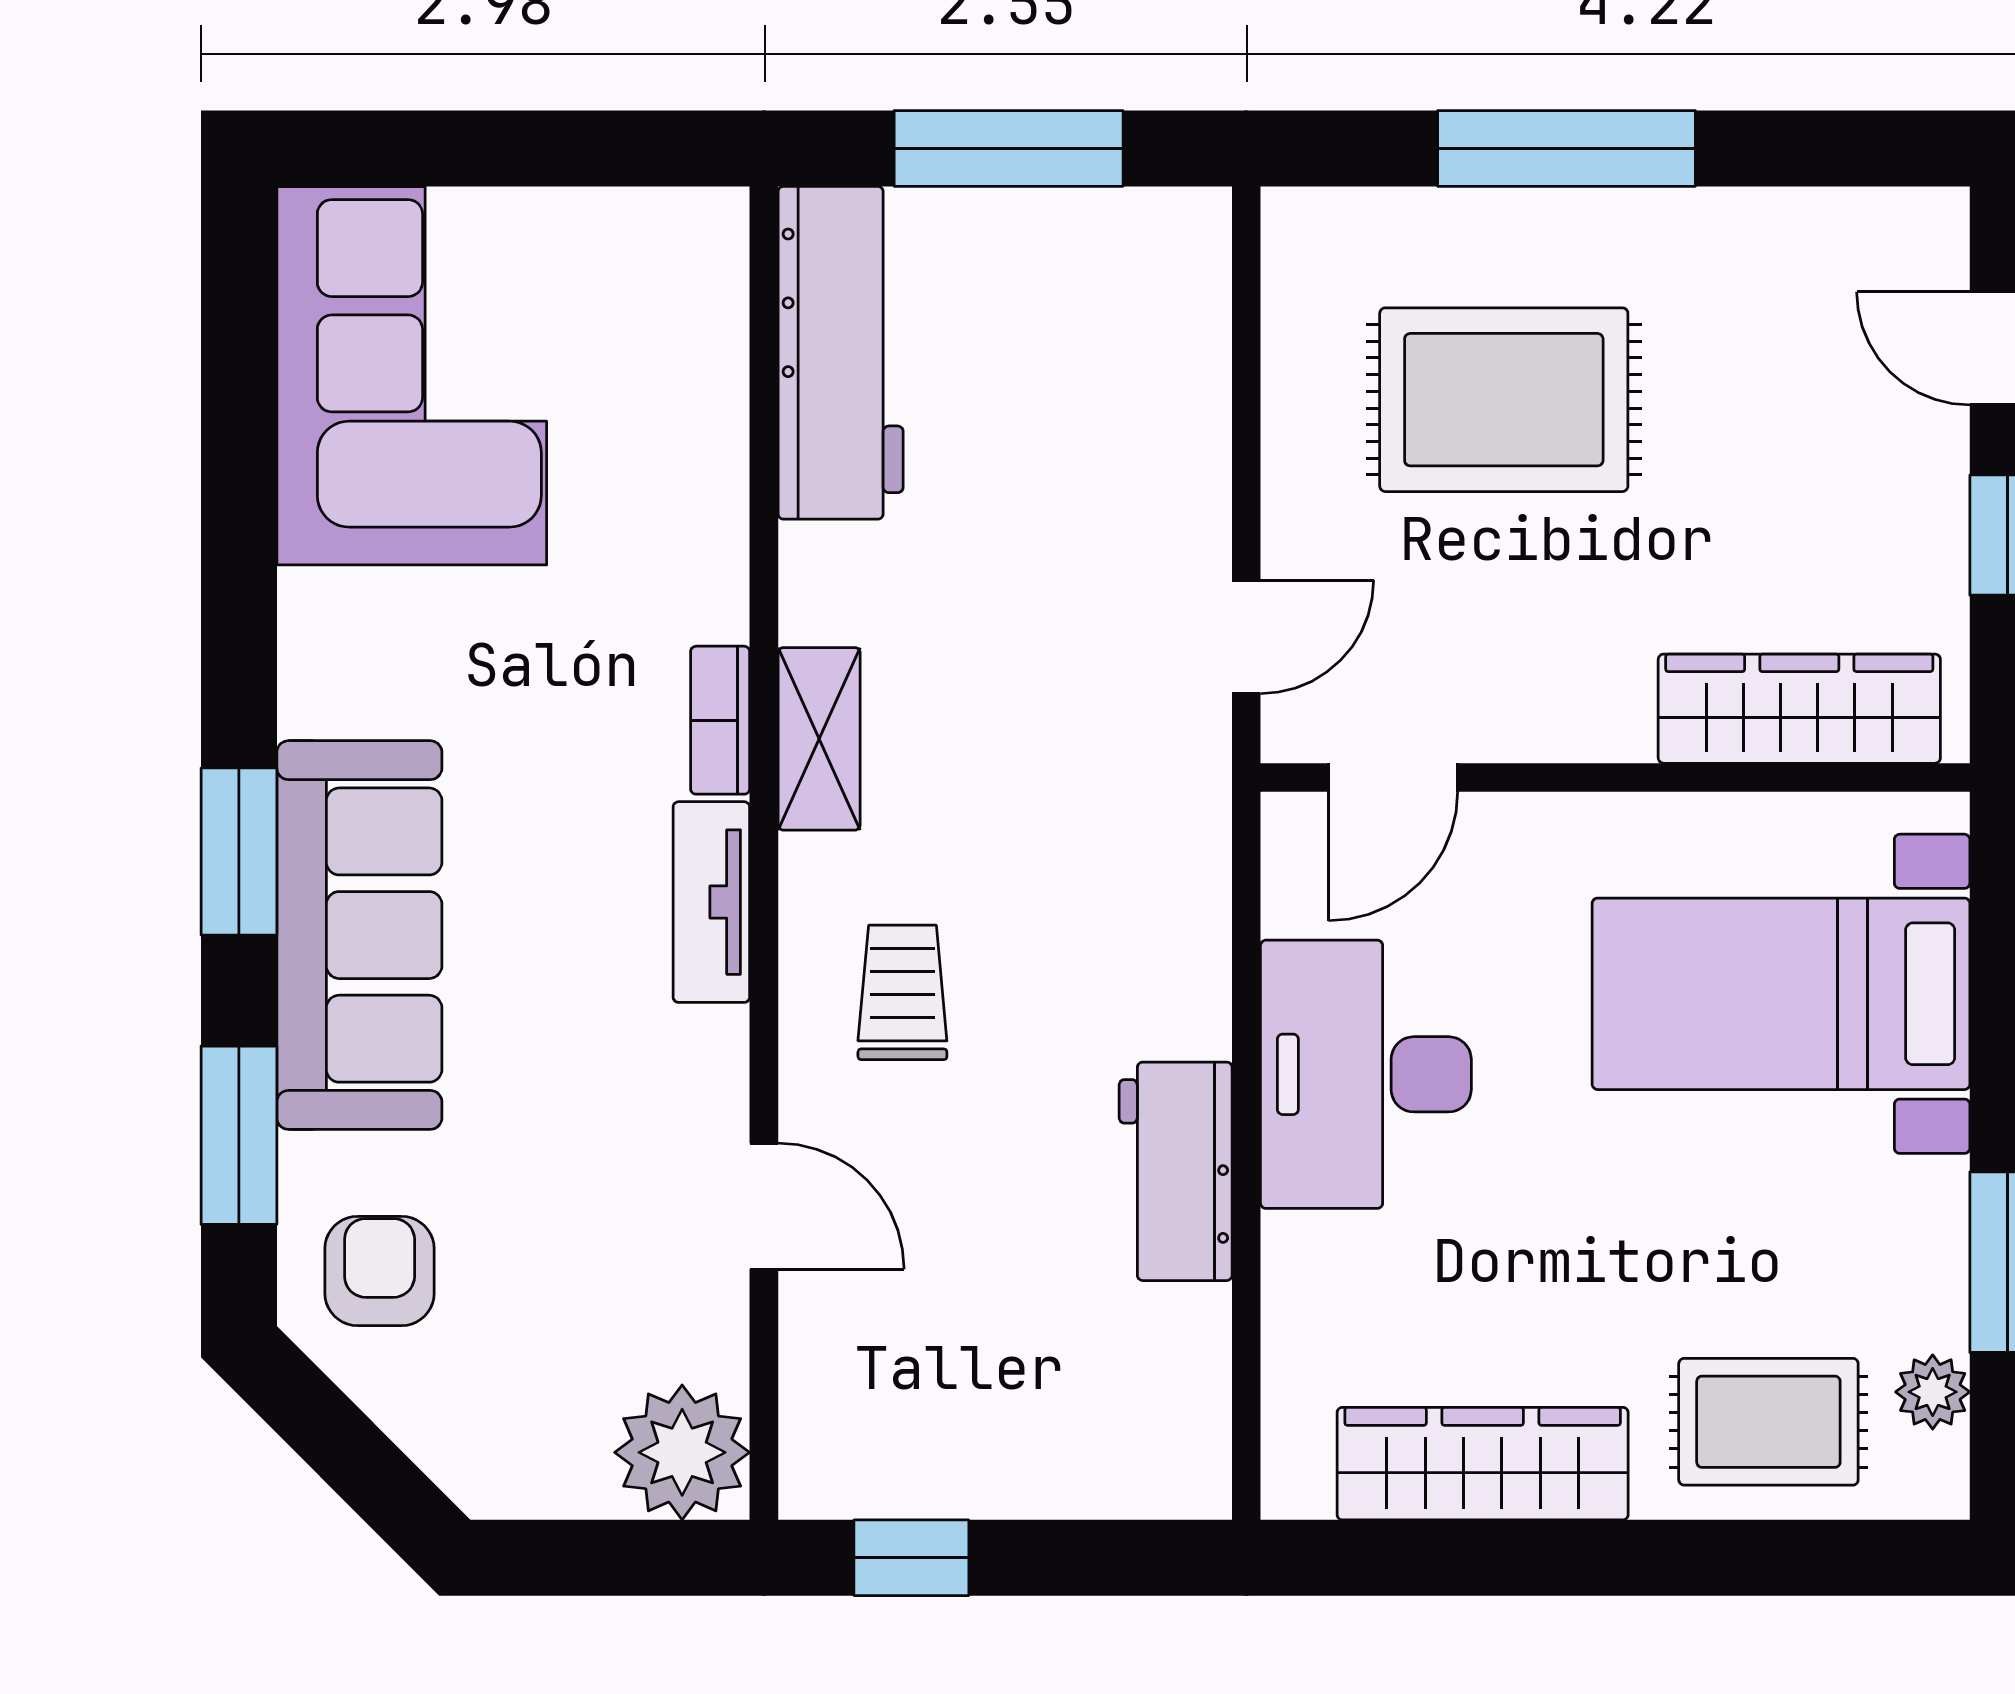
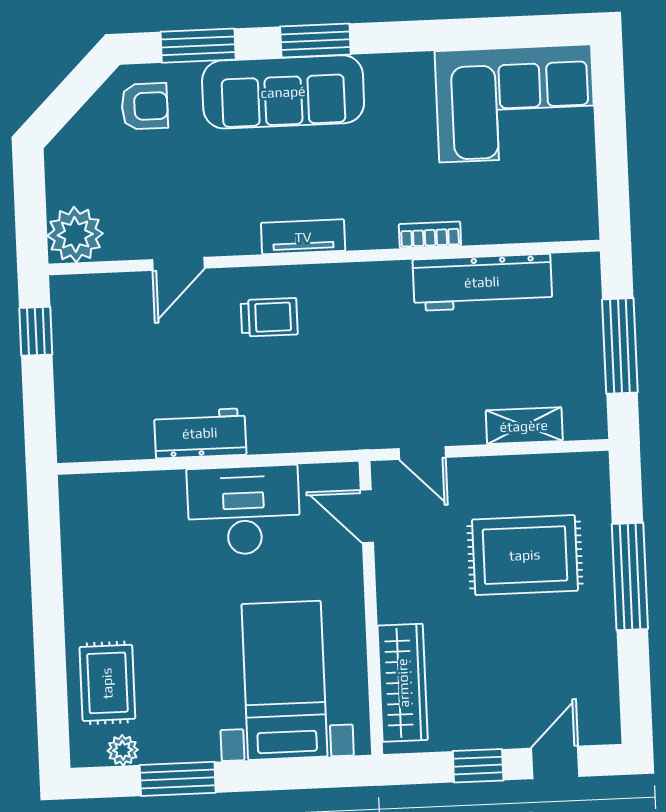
workbench: (841, 353) -> (482, 282), moved
rug: (1504, 400) -> (525, 555), turned 90
bookcase: (720, 720) -> (430, 235), moved
shelving: (819, 739) -> (524, 426), moved
wardrobe: (1483, 1464) -> (85, 566), removed

